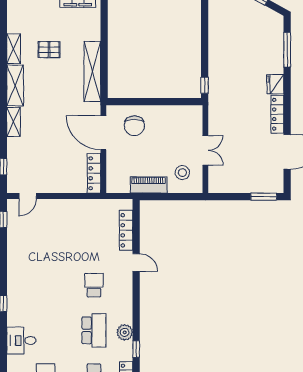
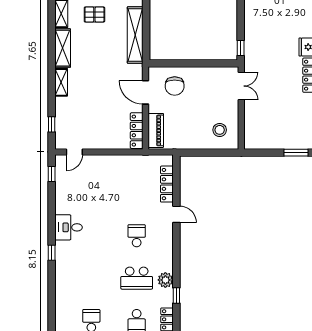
door: (103, 133) -> (145, 92), width x0.73
double door: (205, 150) -> (241, 86), moved
piano: (149, 185) -> (156, 130), moved, turned 90
school desk: (94, 330) -> (137, 278), turned 90
desk: (21, 340) -> (69, 227), moved

